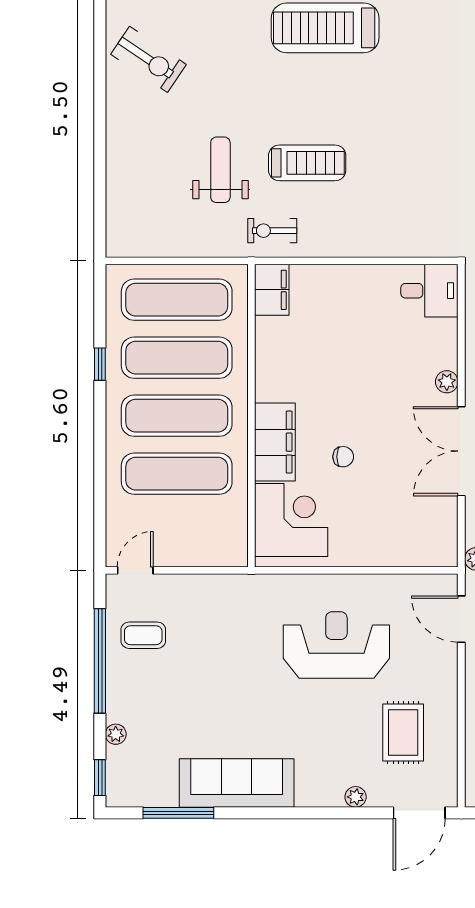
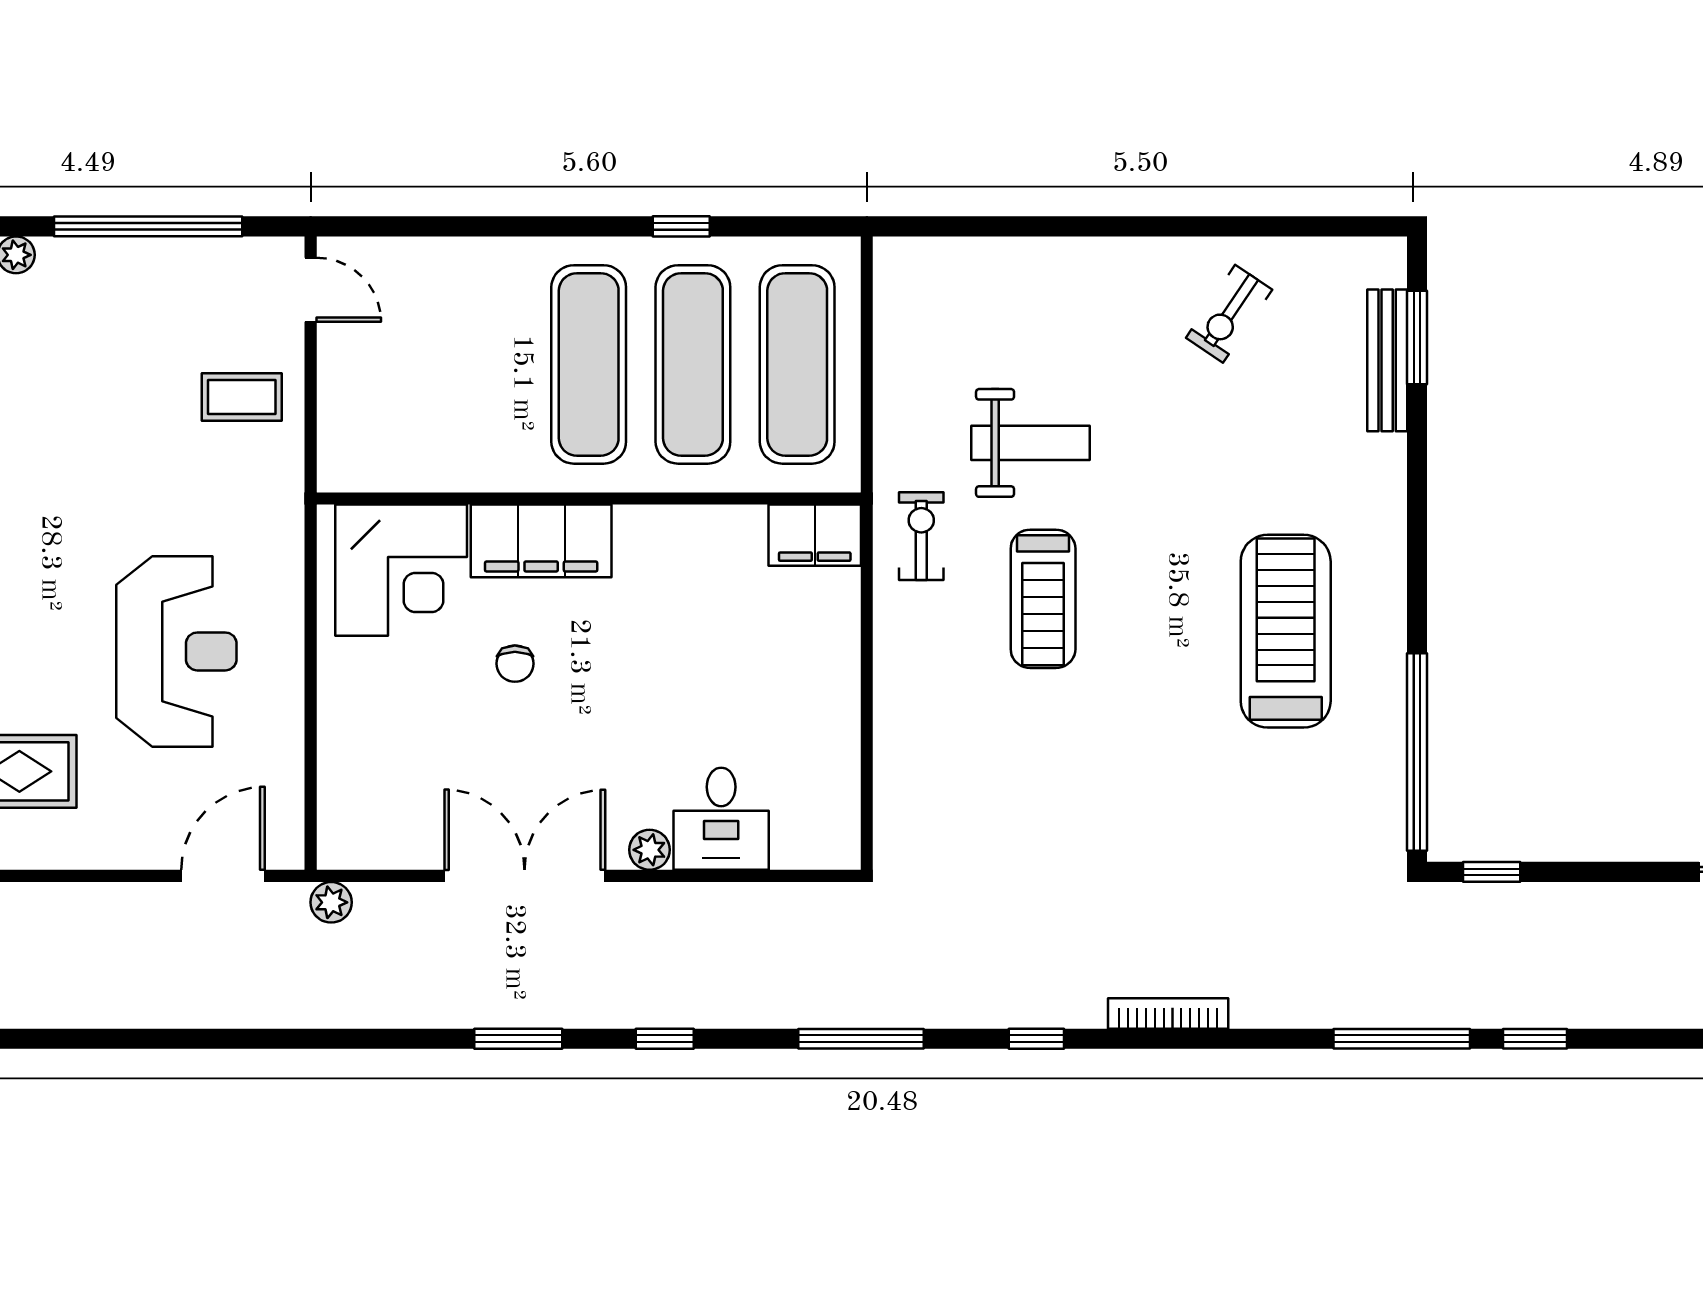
exercise bike: (149, 59) -> (1229, 314), width x0.73, depth x0.72
desk: (429, 291) -> (721, 819), moved
exercise mat: (177, 474) -> (484, 364), removed
coffee table: (143, 635) -> (242, 397), moved, turned 90

